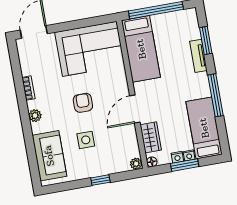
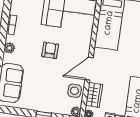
side table: (86, 140) -> (75, 91), moved

